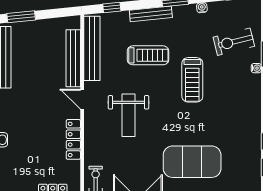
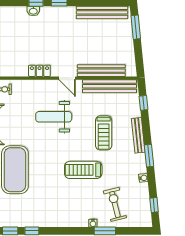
door: (82, 99) -> (67, 78), swing flipped
locker: (73, 139) -> (39, 71), width x0.66

